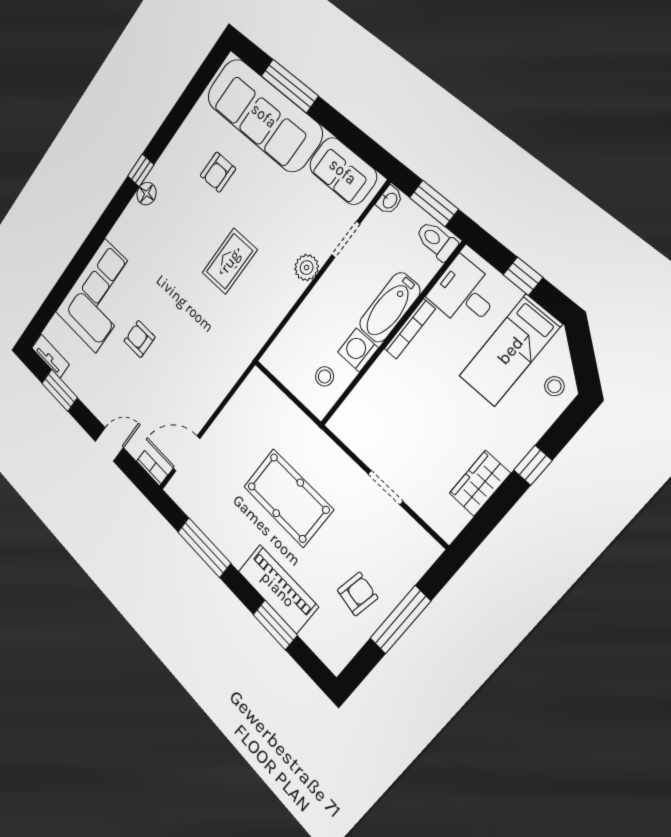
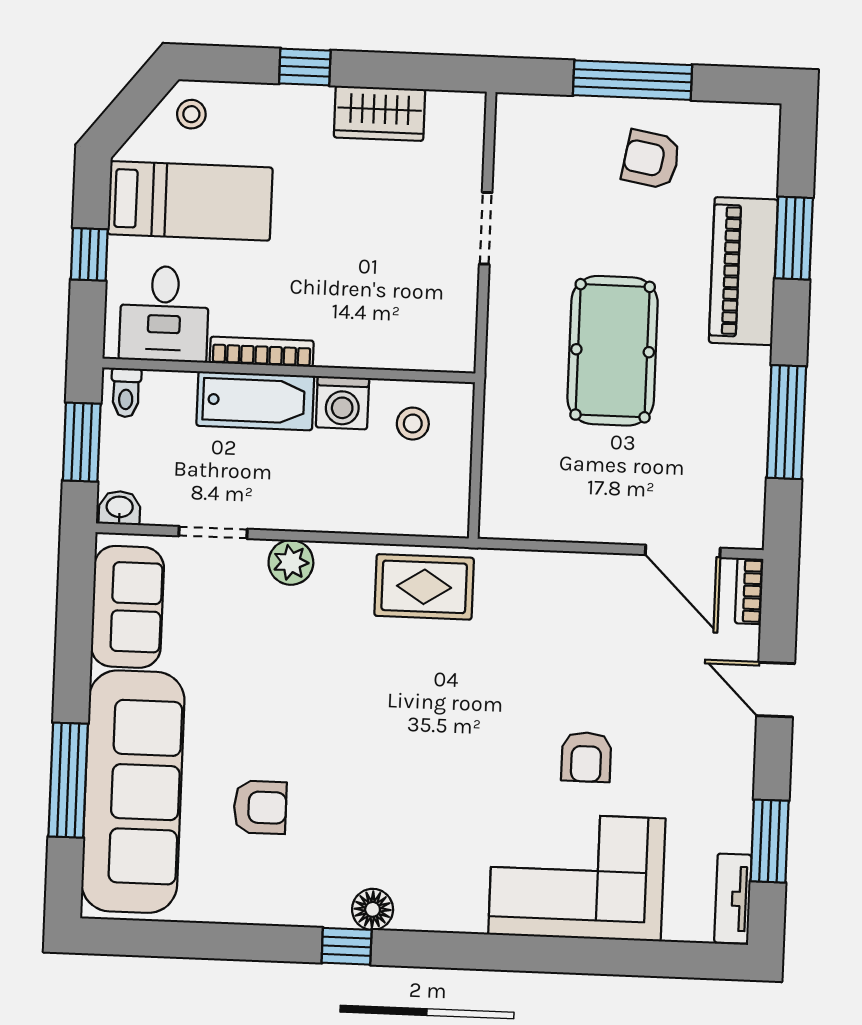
toilet: (436, 241) -> (126, 393), width x0.73, depth x0.72
rug: (230, 261) -> (424, 587), moved

